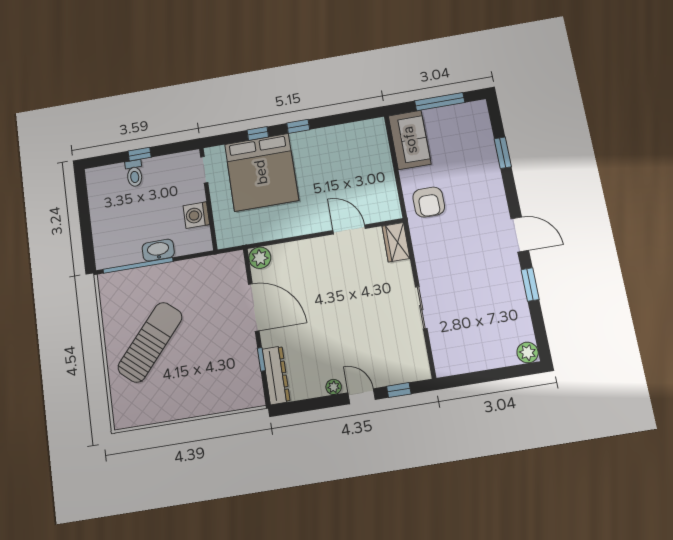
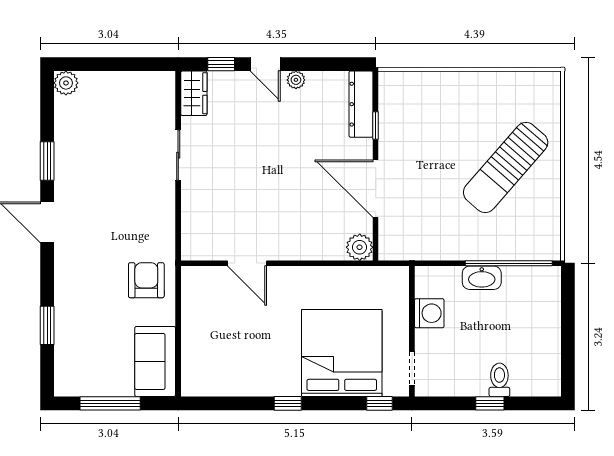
window: (258, 133) -> (379, 403), moved
wardrobe: (396, 242) -> (194, 93), moved

